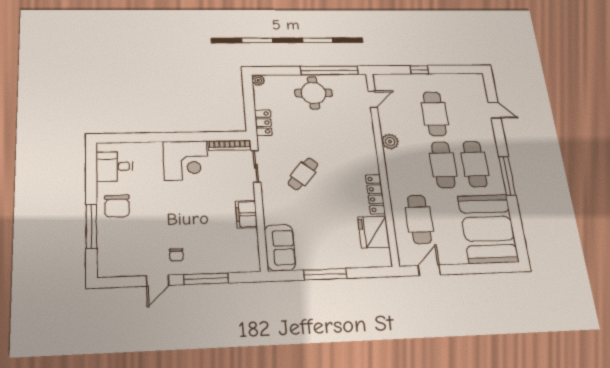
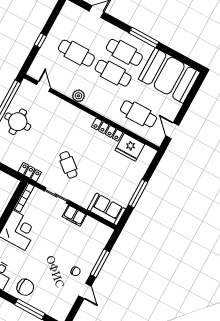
locker: (263, 123) -> (30, 172), moved
sliding door: (256, 166) -> (56, 195), moved

